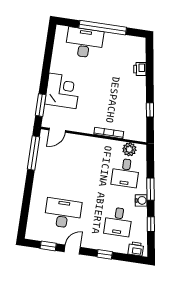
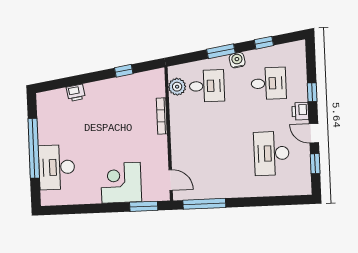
printer: (136, 249) -> (300, 111), moved

